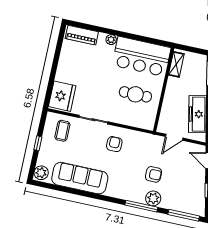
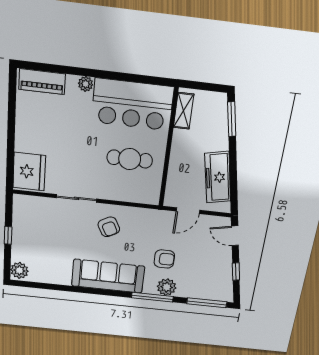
coffee table: (62, 131) -> (37, 217), removed
armchair: (114, 144) -> (109, 227), turned 152
sofa: (80, 178) -> (108, 276), moved

